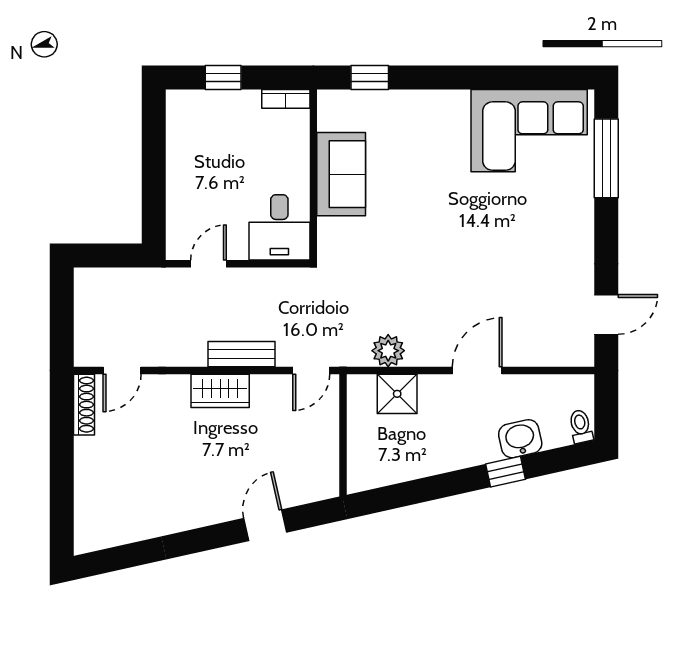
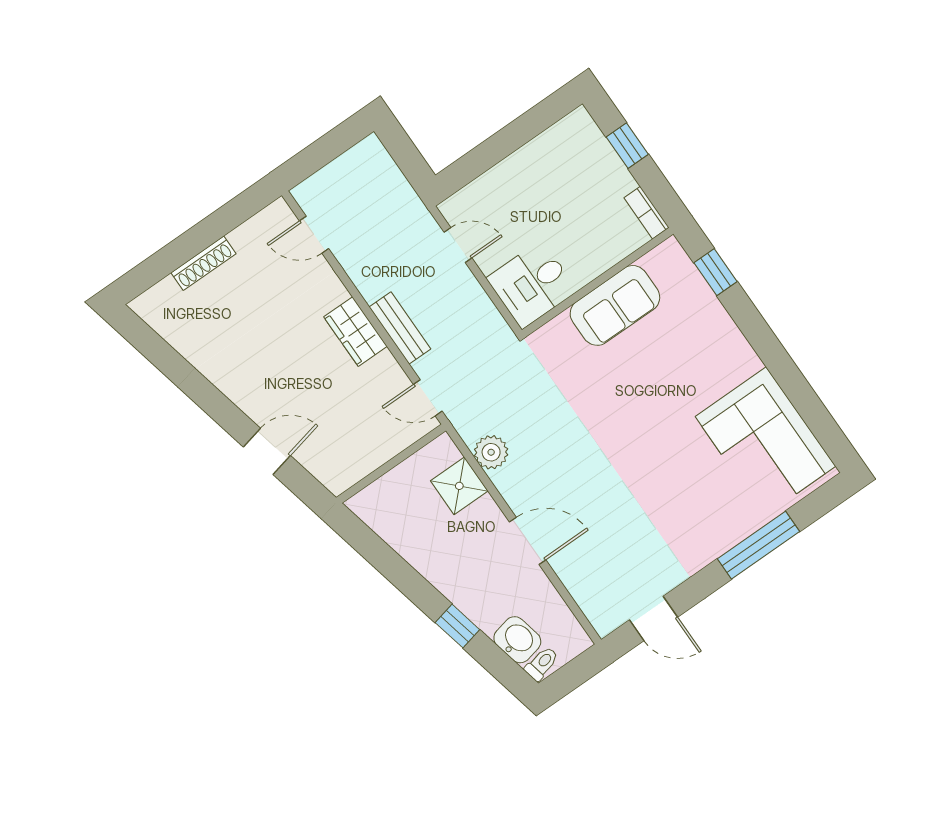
window: (606, 158) -> (759, 545), moved
shoe rack: (84, 405) -> (203, 263), moved
washbasin: (520, 439) -> (517, 640), moved

